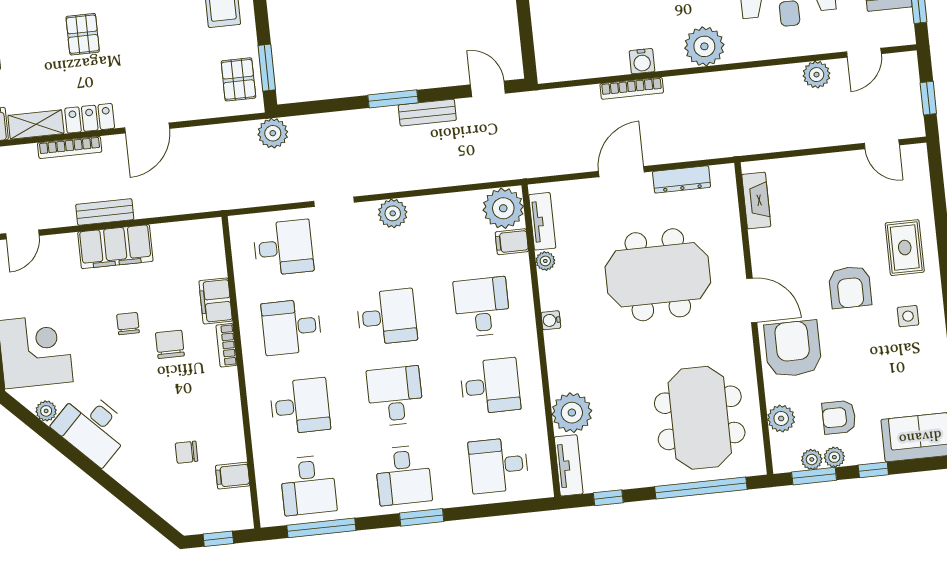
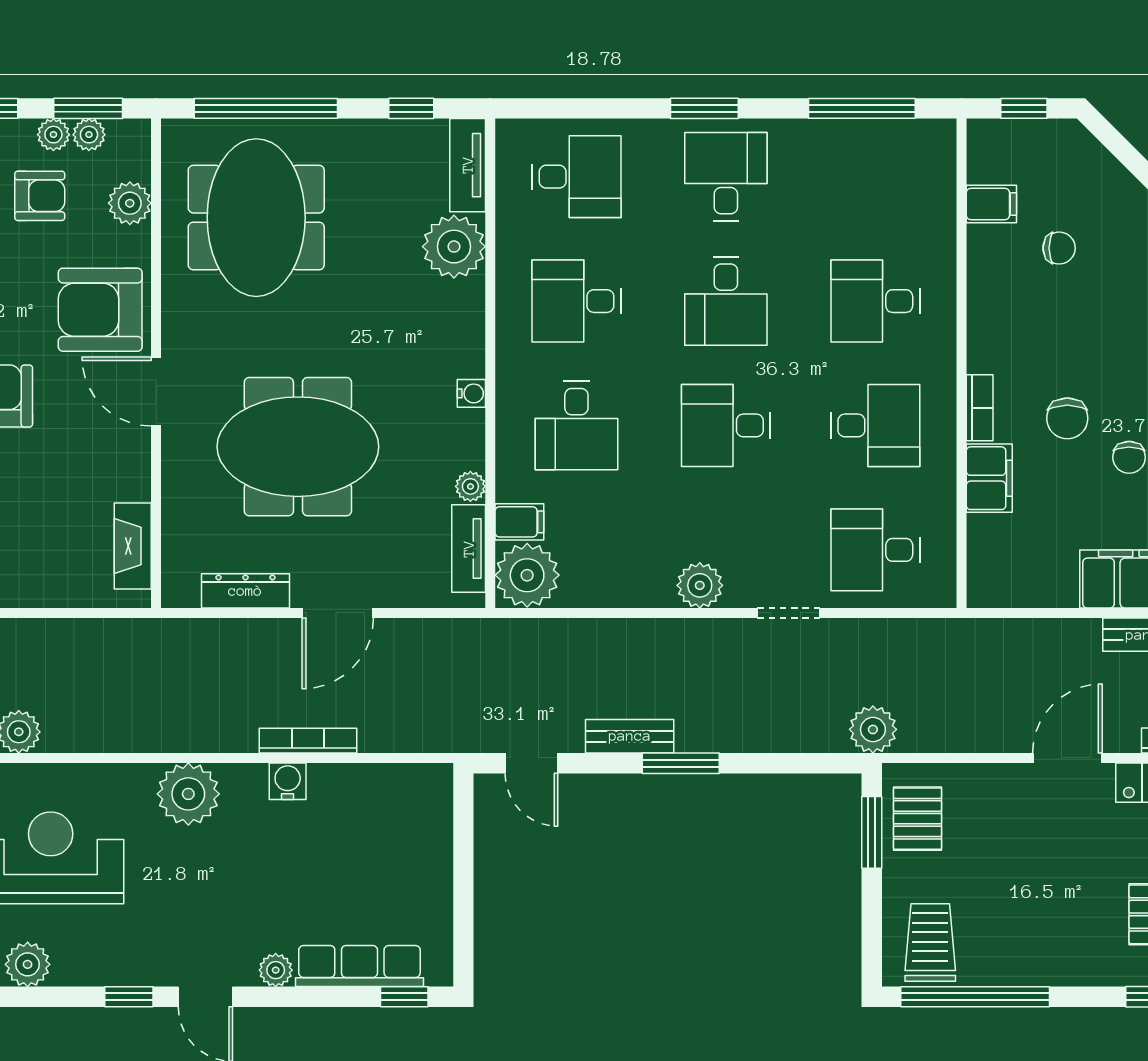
armchair: (793, 349) -> (100, 310), turned 90
desk: (308, 485) -> (875, 177), removed

